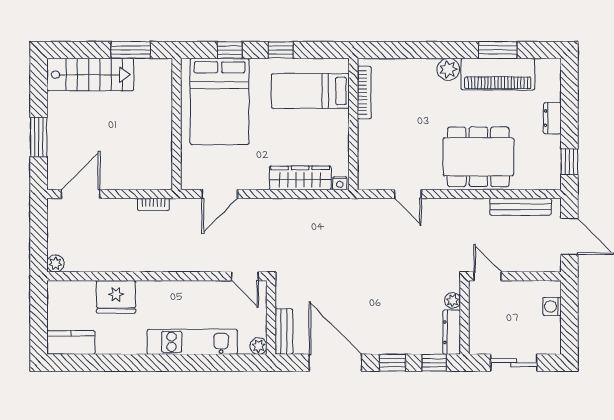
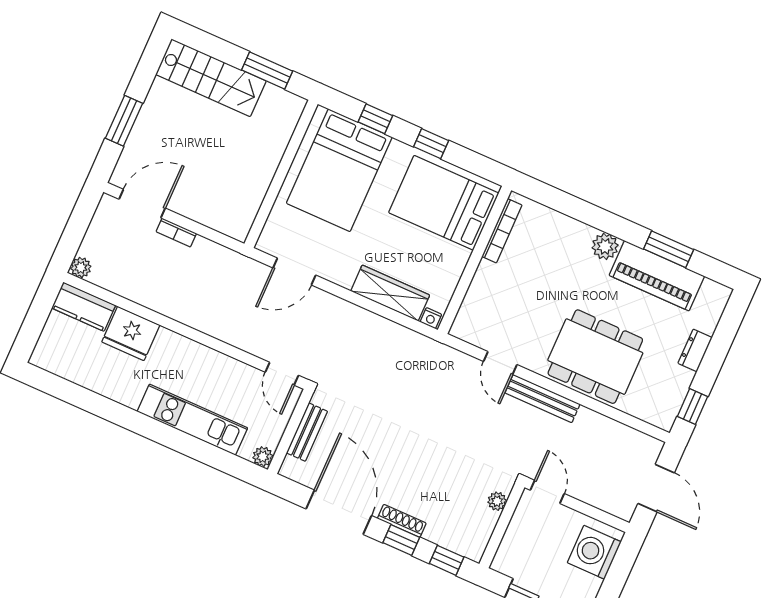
bed: (310, 91) -> (444, 203), width x1.50
bookcase: (153, 204) -> (176, 233), moved
bench: (521, 207) -> (542, 399), moved
washing machine: (552, 306) -> (594, 552), width x1.89, depth x1.89
bench: (284, 332) -> (307, 432), moved
dresser: (452, 332) -> (481, 536), removed
kitchen counter: (71, 342) -> (84, 307), moved, turned 180
shoe rack: (386, 348) -> (402, 521), added

